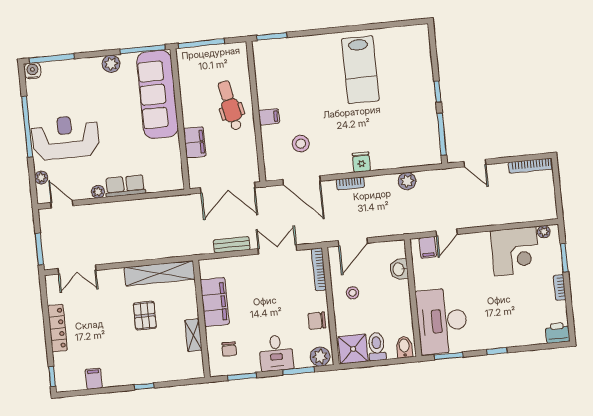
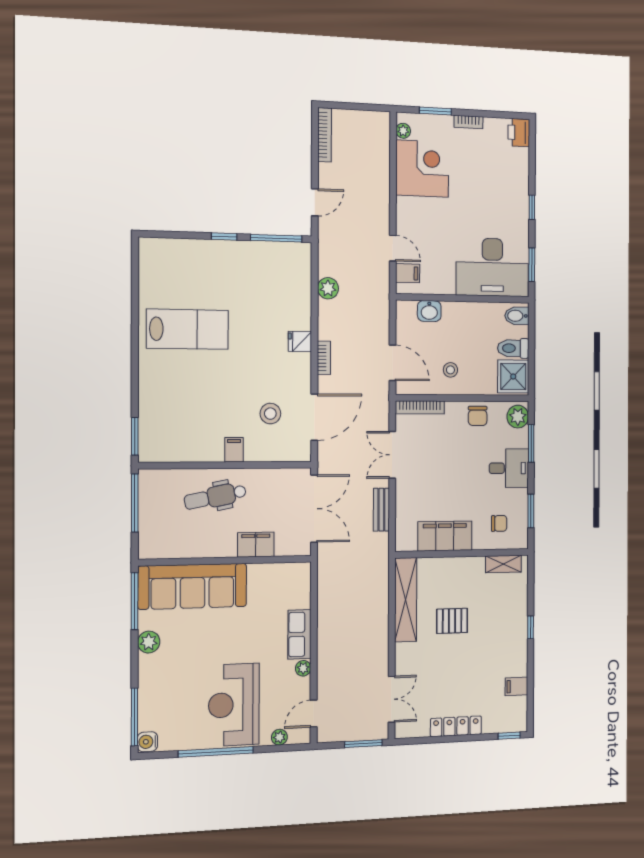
window: (201, 43) -> (135, 503), moved
shelving: (193, 335) -> (503, 564), moved

